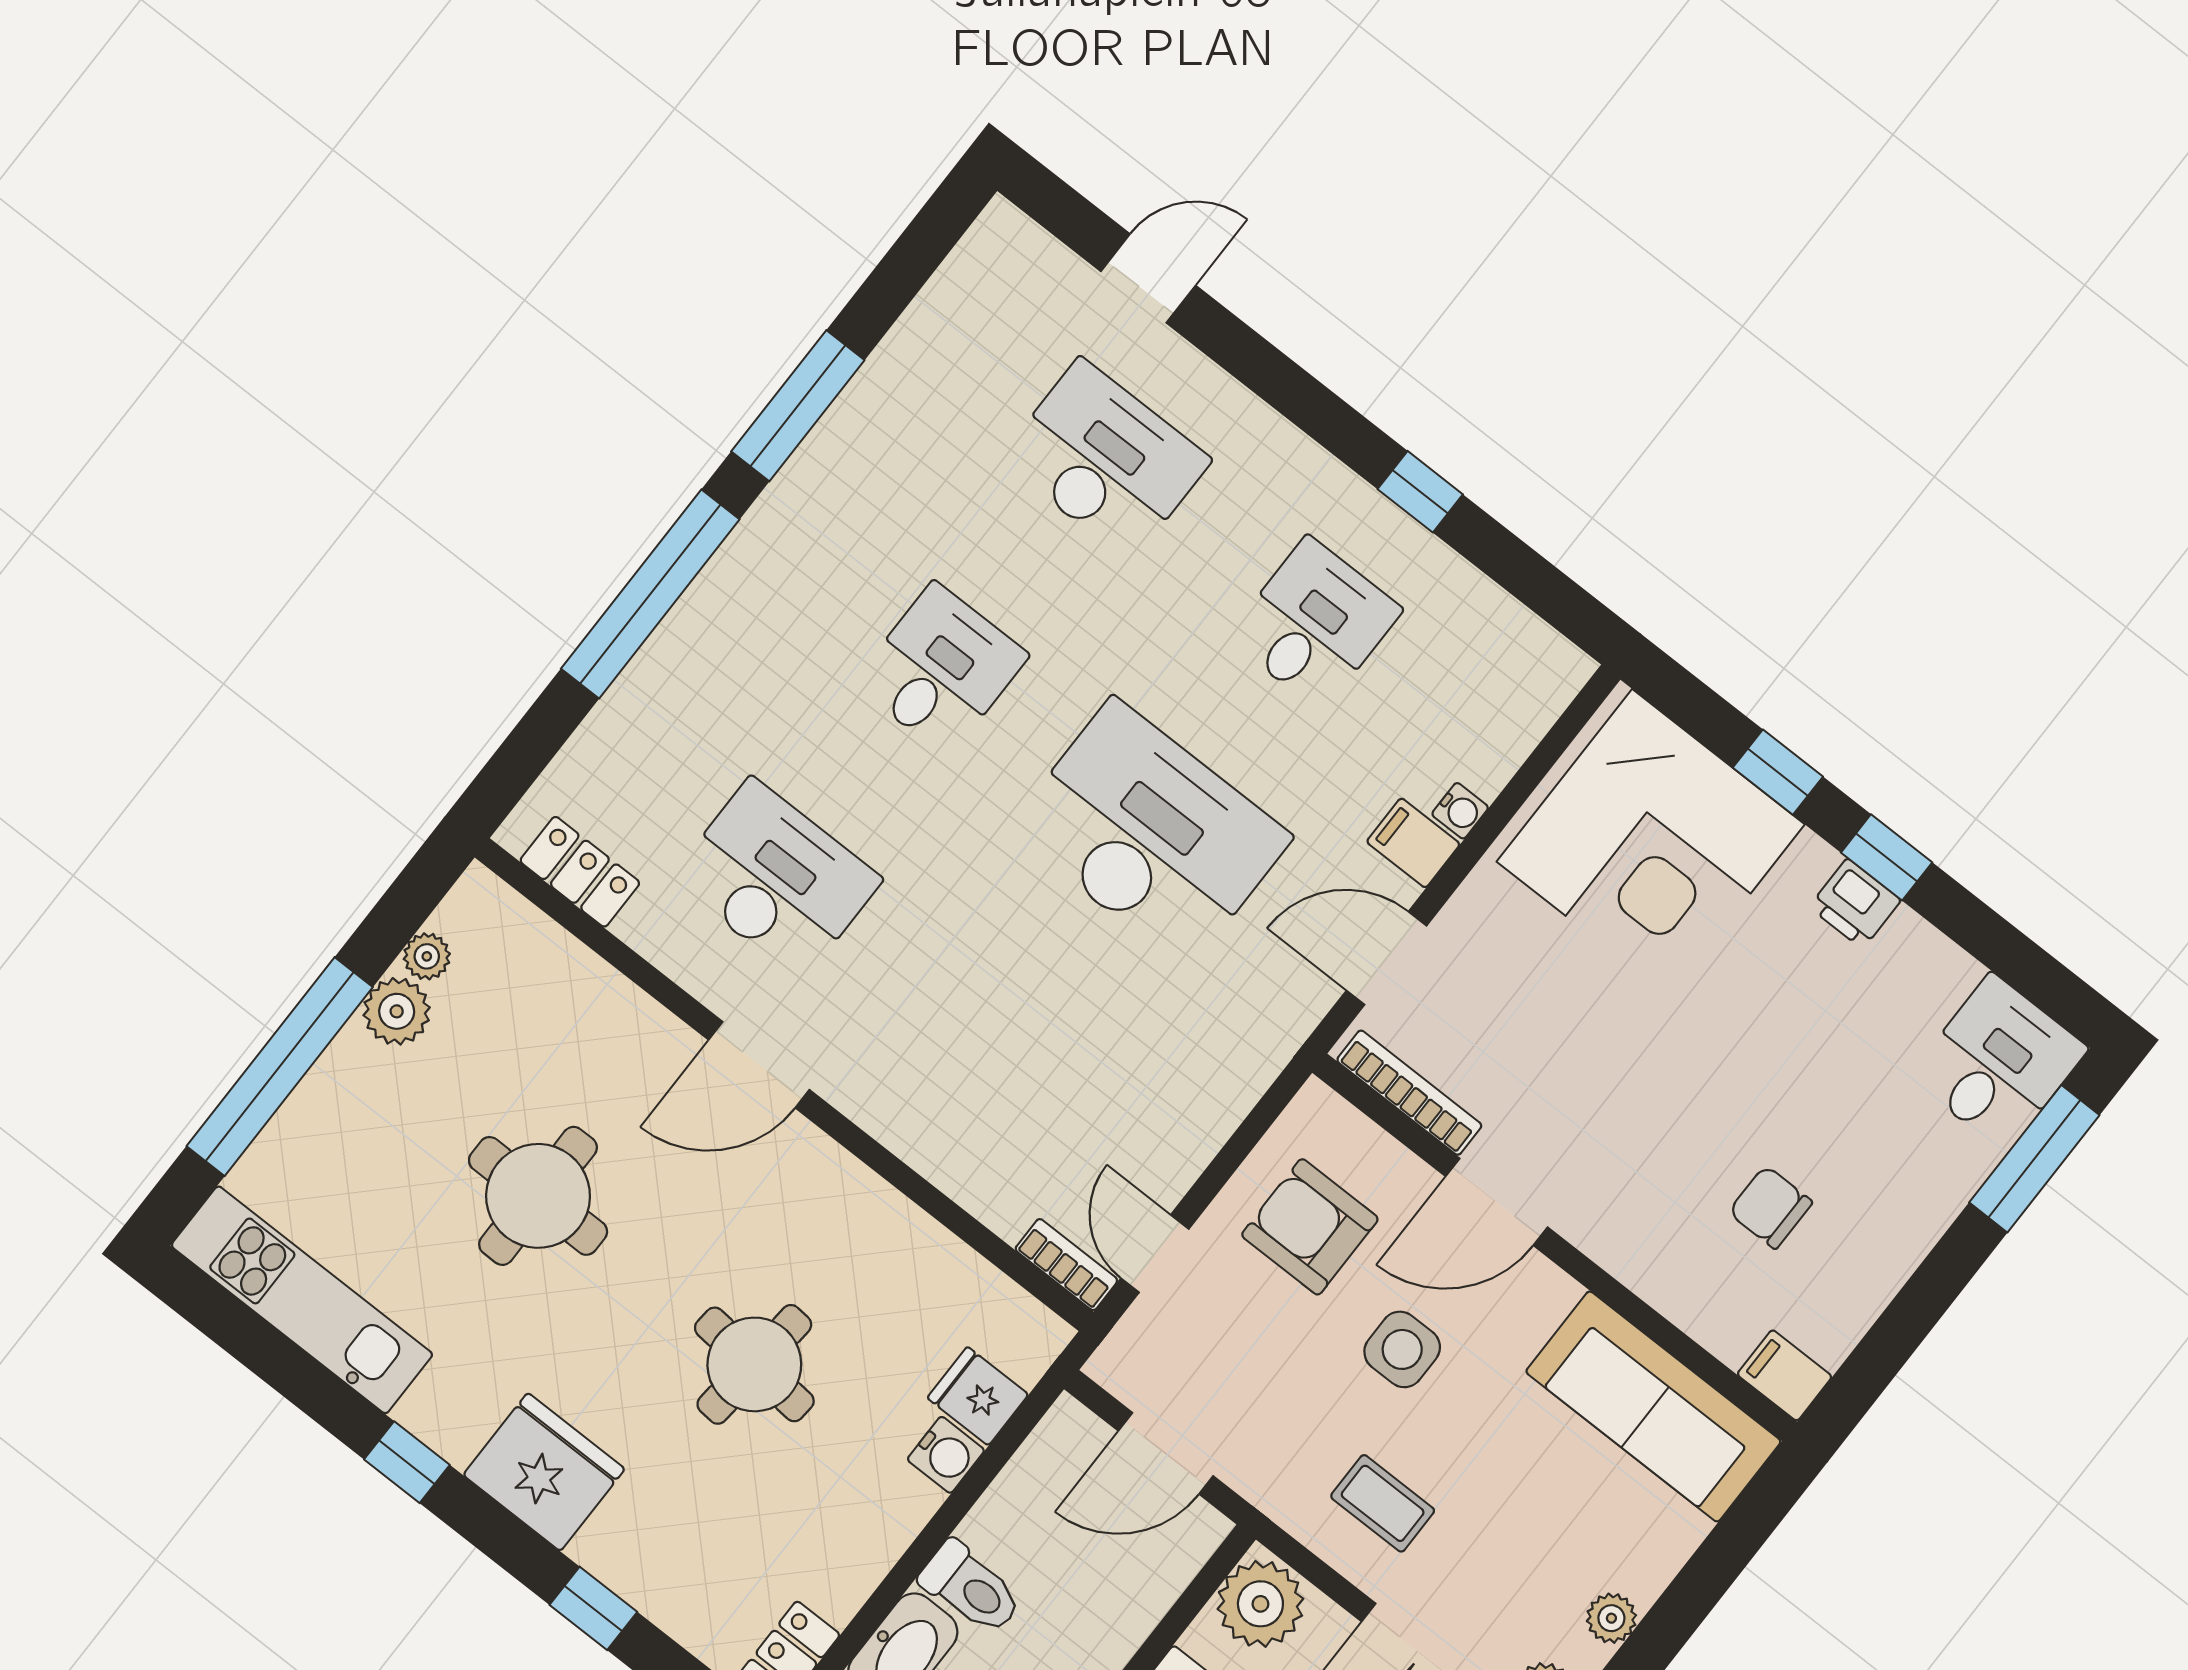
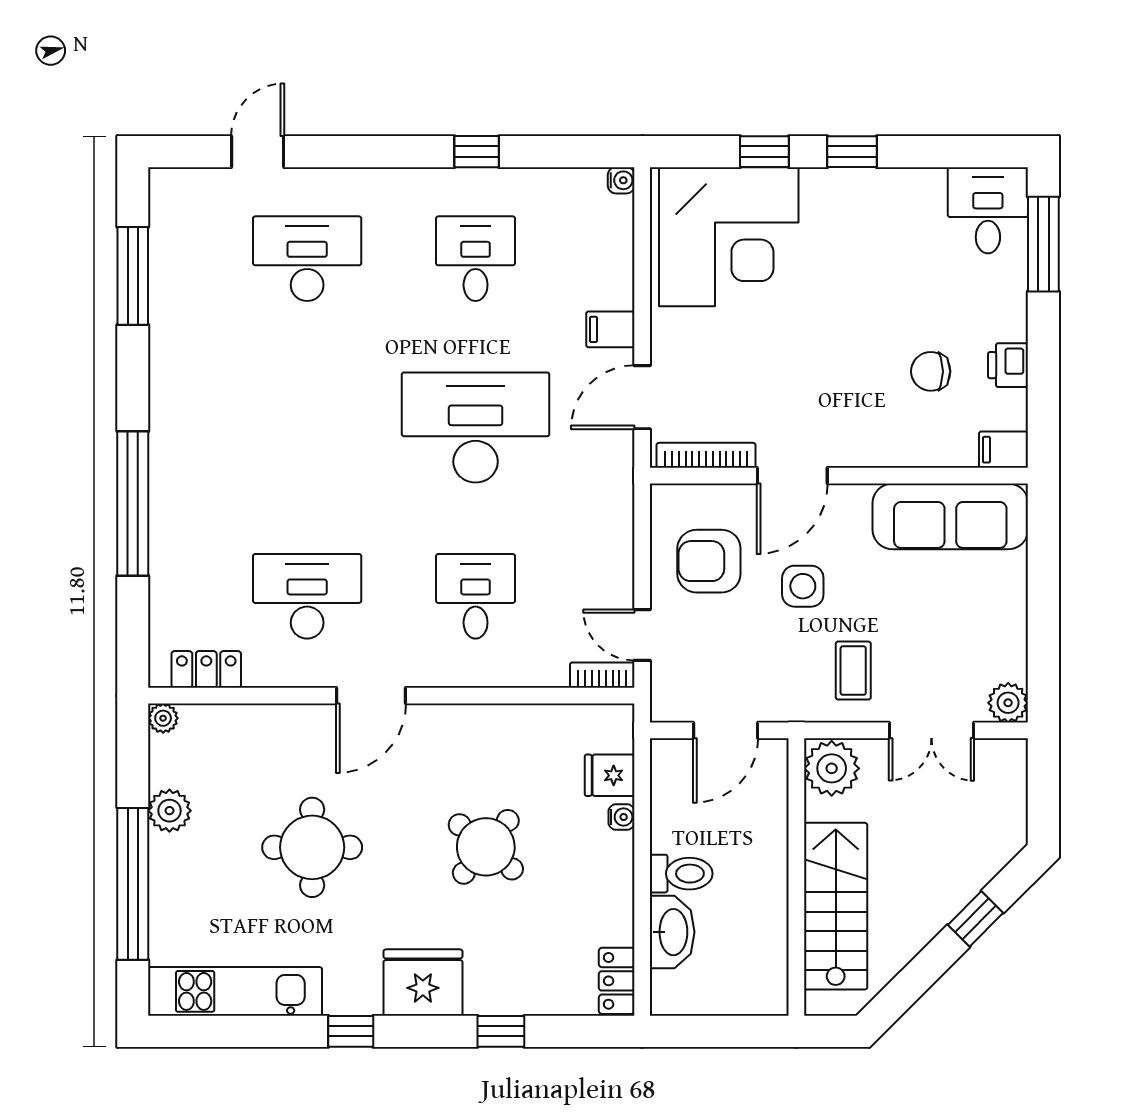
window: (798, 406) -> (133, 276), moved
desk: (941, 669) -> (476, 596), moved
water cooler: (1460, 811) -> (621, 180), moved
printer: (1855, 904) -> (1008, 365), moved, turned 90
plant: (427, 956) -> (163, 718), moved
round table: (754, 1364) -> (486, 847), turned 35
water cooler: (946, 1455) -> (621, 817), width x0.72, depth x0.72
coffee table: (1383, 1503) -> (853, 671), turned 90
plant: (1611, 1618) -> (1012, 638), removed

